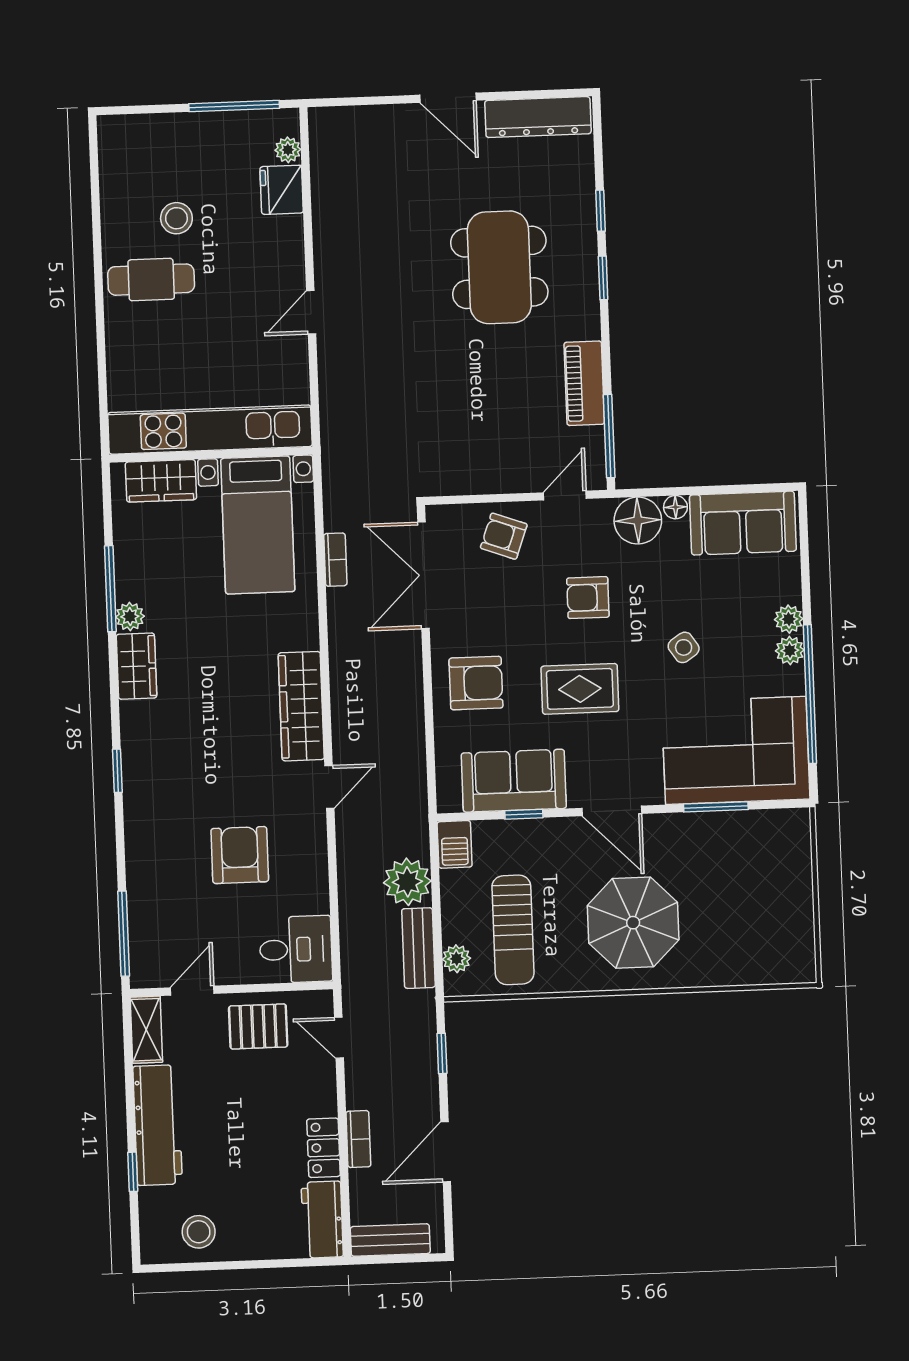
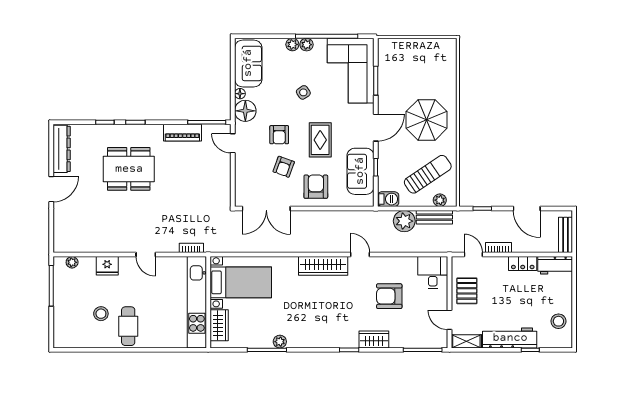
fridge: (282, 190) -> (107, 266), moved
armchair: (504, 536) -> (284, 167), moved
bookcase: (335, 560) -> (191, 248), moved
wardrobe: (136, 666) -> (374, 339), moved
sun lounger: (513, 930) -> (428, 174), turned -34
door: (339, 1038) -> (473, 255), swing flipped
bookcase: (358, 1139) -> (498, 248), moved

